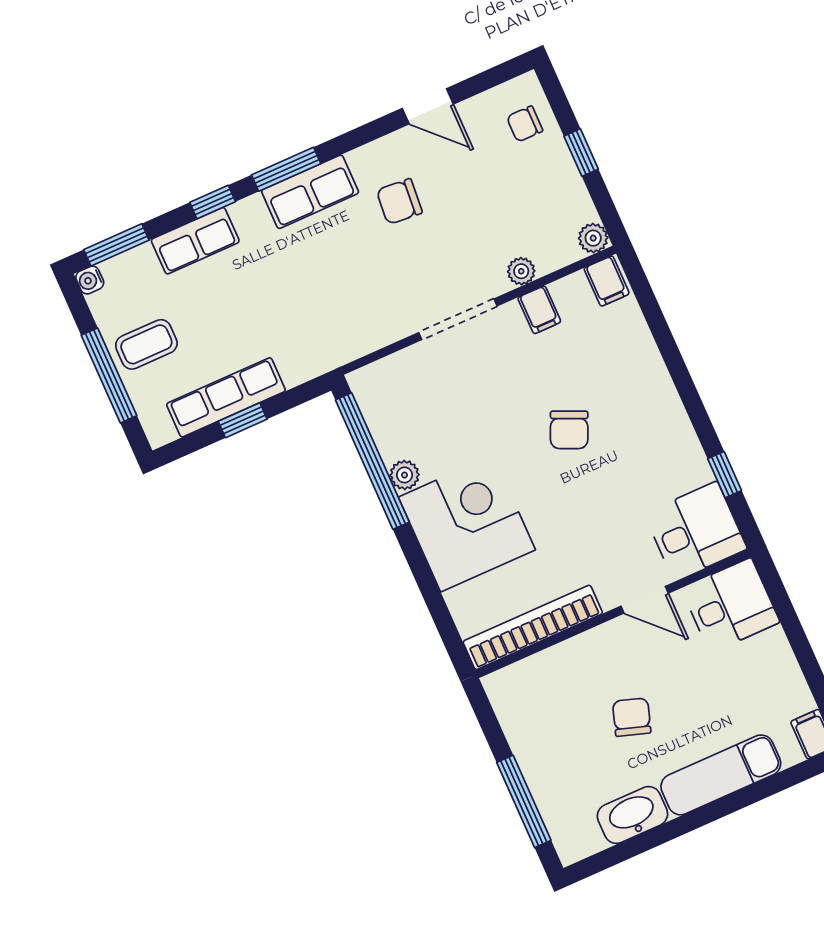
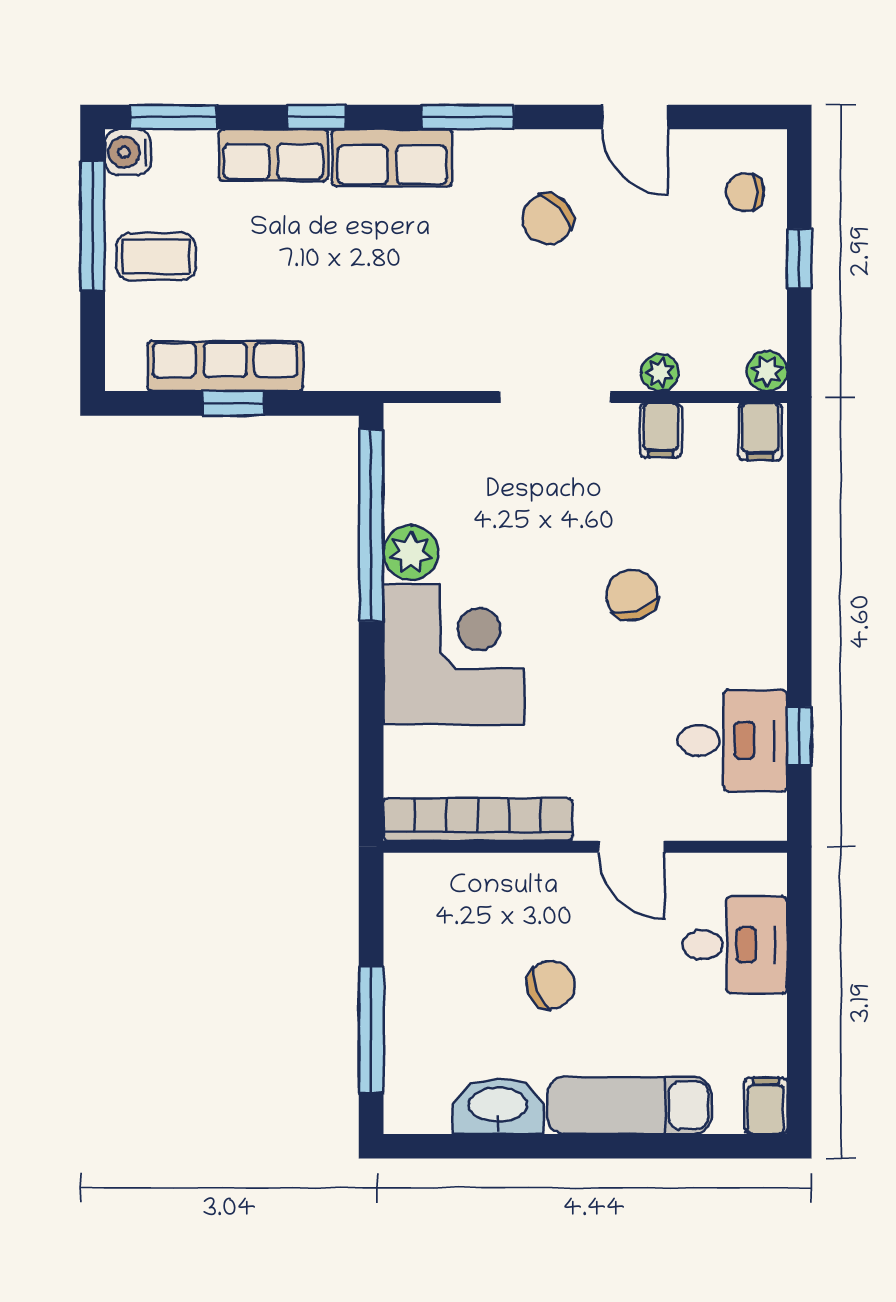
window: (286, 169) -> (468, 117), moved
row of seats: (310, 192) -> (392, 158), moved
chair: (399, 201) -> (547, 219), turned -47
water cooler: (90, 280) -> (128, 152), width x1.38, depth x1.38
window: (109, 375) -> (93, 226), moved
chair: (569, 430) -> (632, 595), turned 138
plant: (405, 475) -> (411, 553), width x1.38, depth x1.38
desk: (696, 531) -> (732, 741), moved
desk: (731, 605) -> (735, 945), moved
chair: (632, 717) -> (551, 985), turned 50

